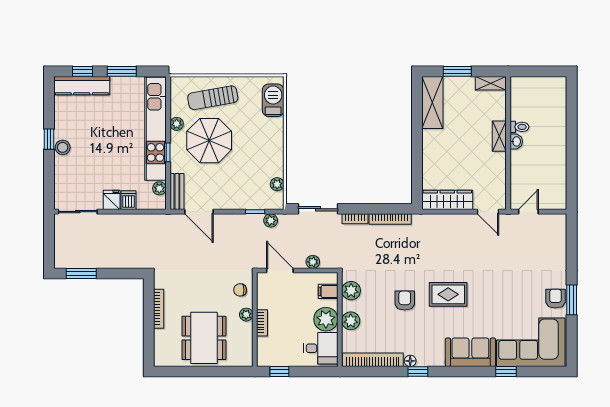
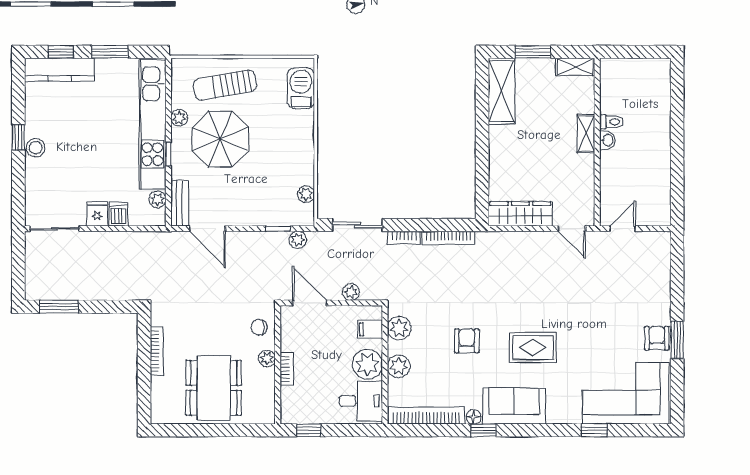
rug: (448, 294) -> (533, 348), moved
sofa: (470, 352) -> (514, 406), moved

